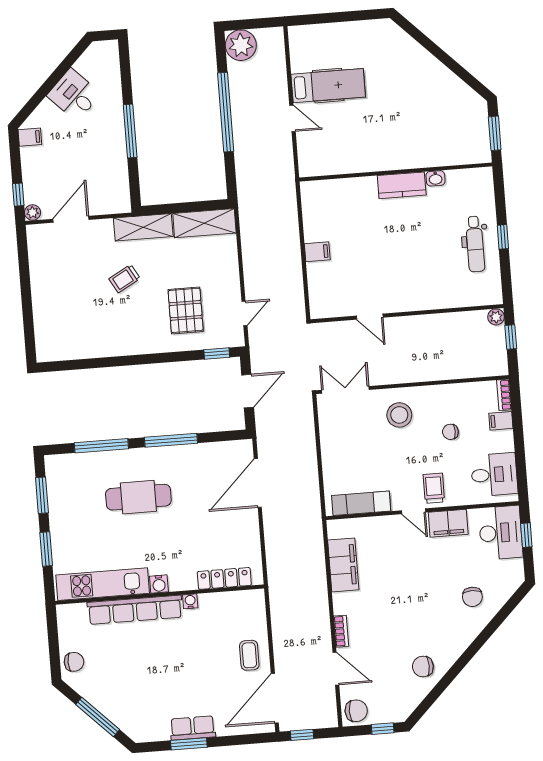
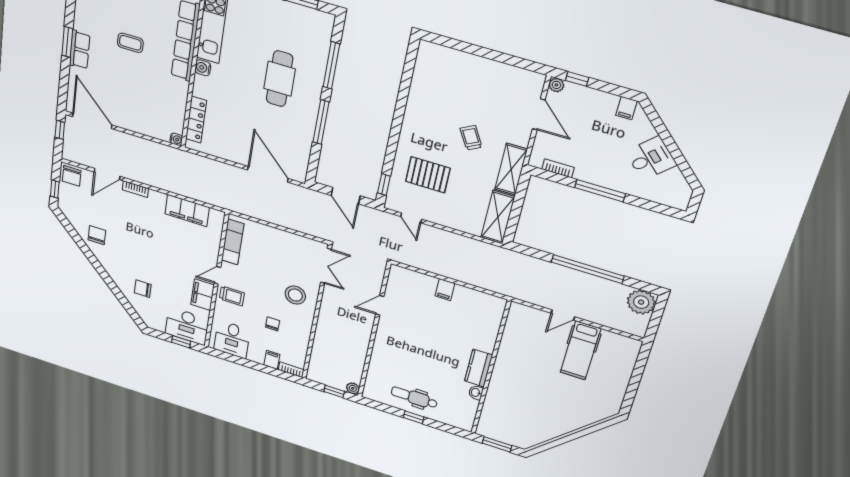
bookcase: (123, 181) -> (558, 168), added
water cooler: (190, 601) -> (176, 139), moved
coffee table: (249, 655) -> (130, 43), moved

